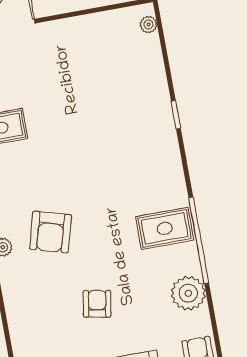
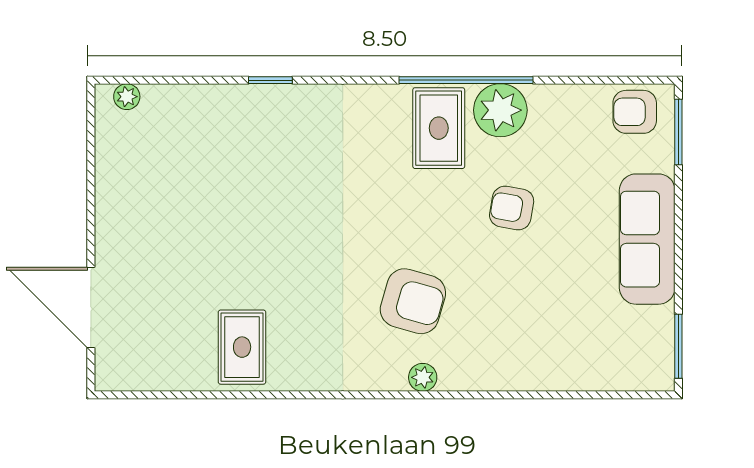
plant: (188, 293) -> (500, 110), moved
armchair: (97, 304) -> (512, 208), moved

